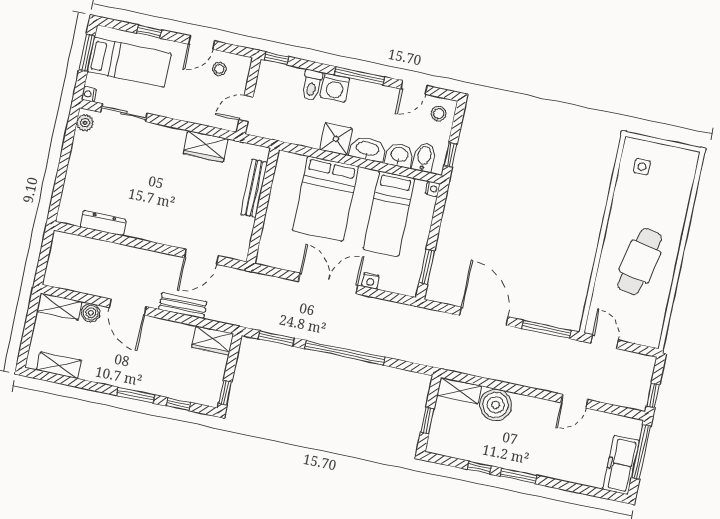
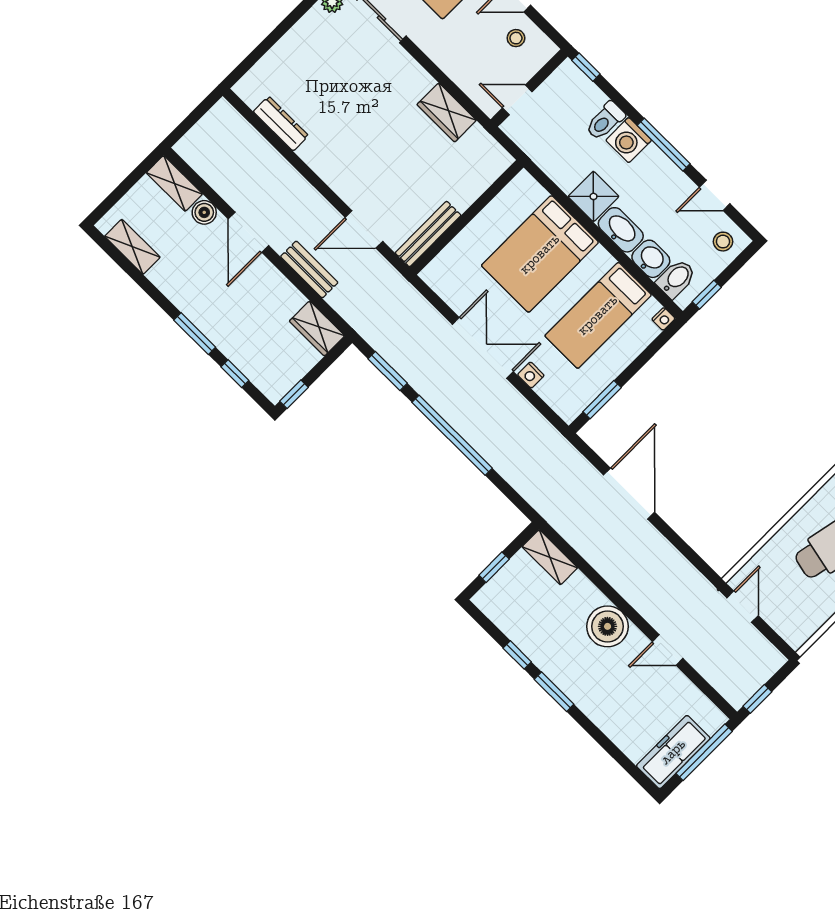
bench: (254, 188) -> (428, 234), moved
window: (546, 329) -> (688, 552), removed
boiler: (496, 405) -> (608, 626), moved

